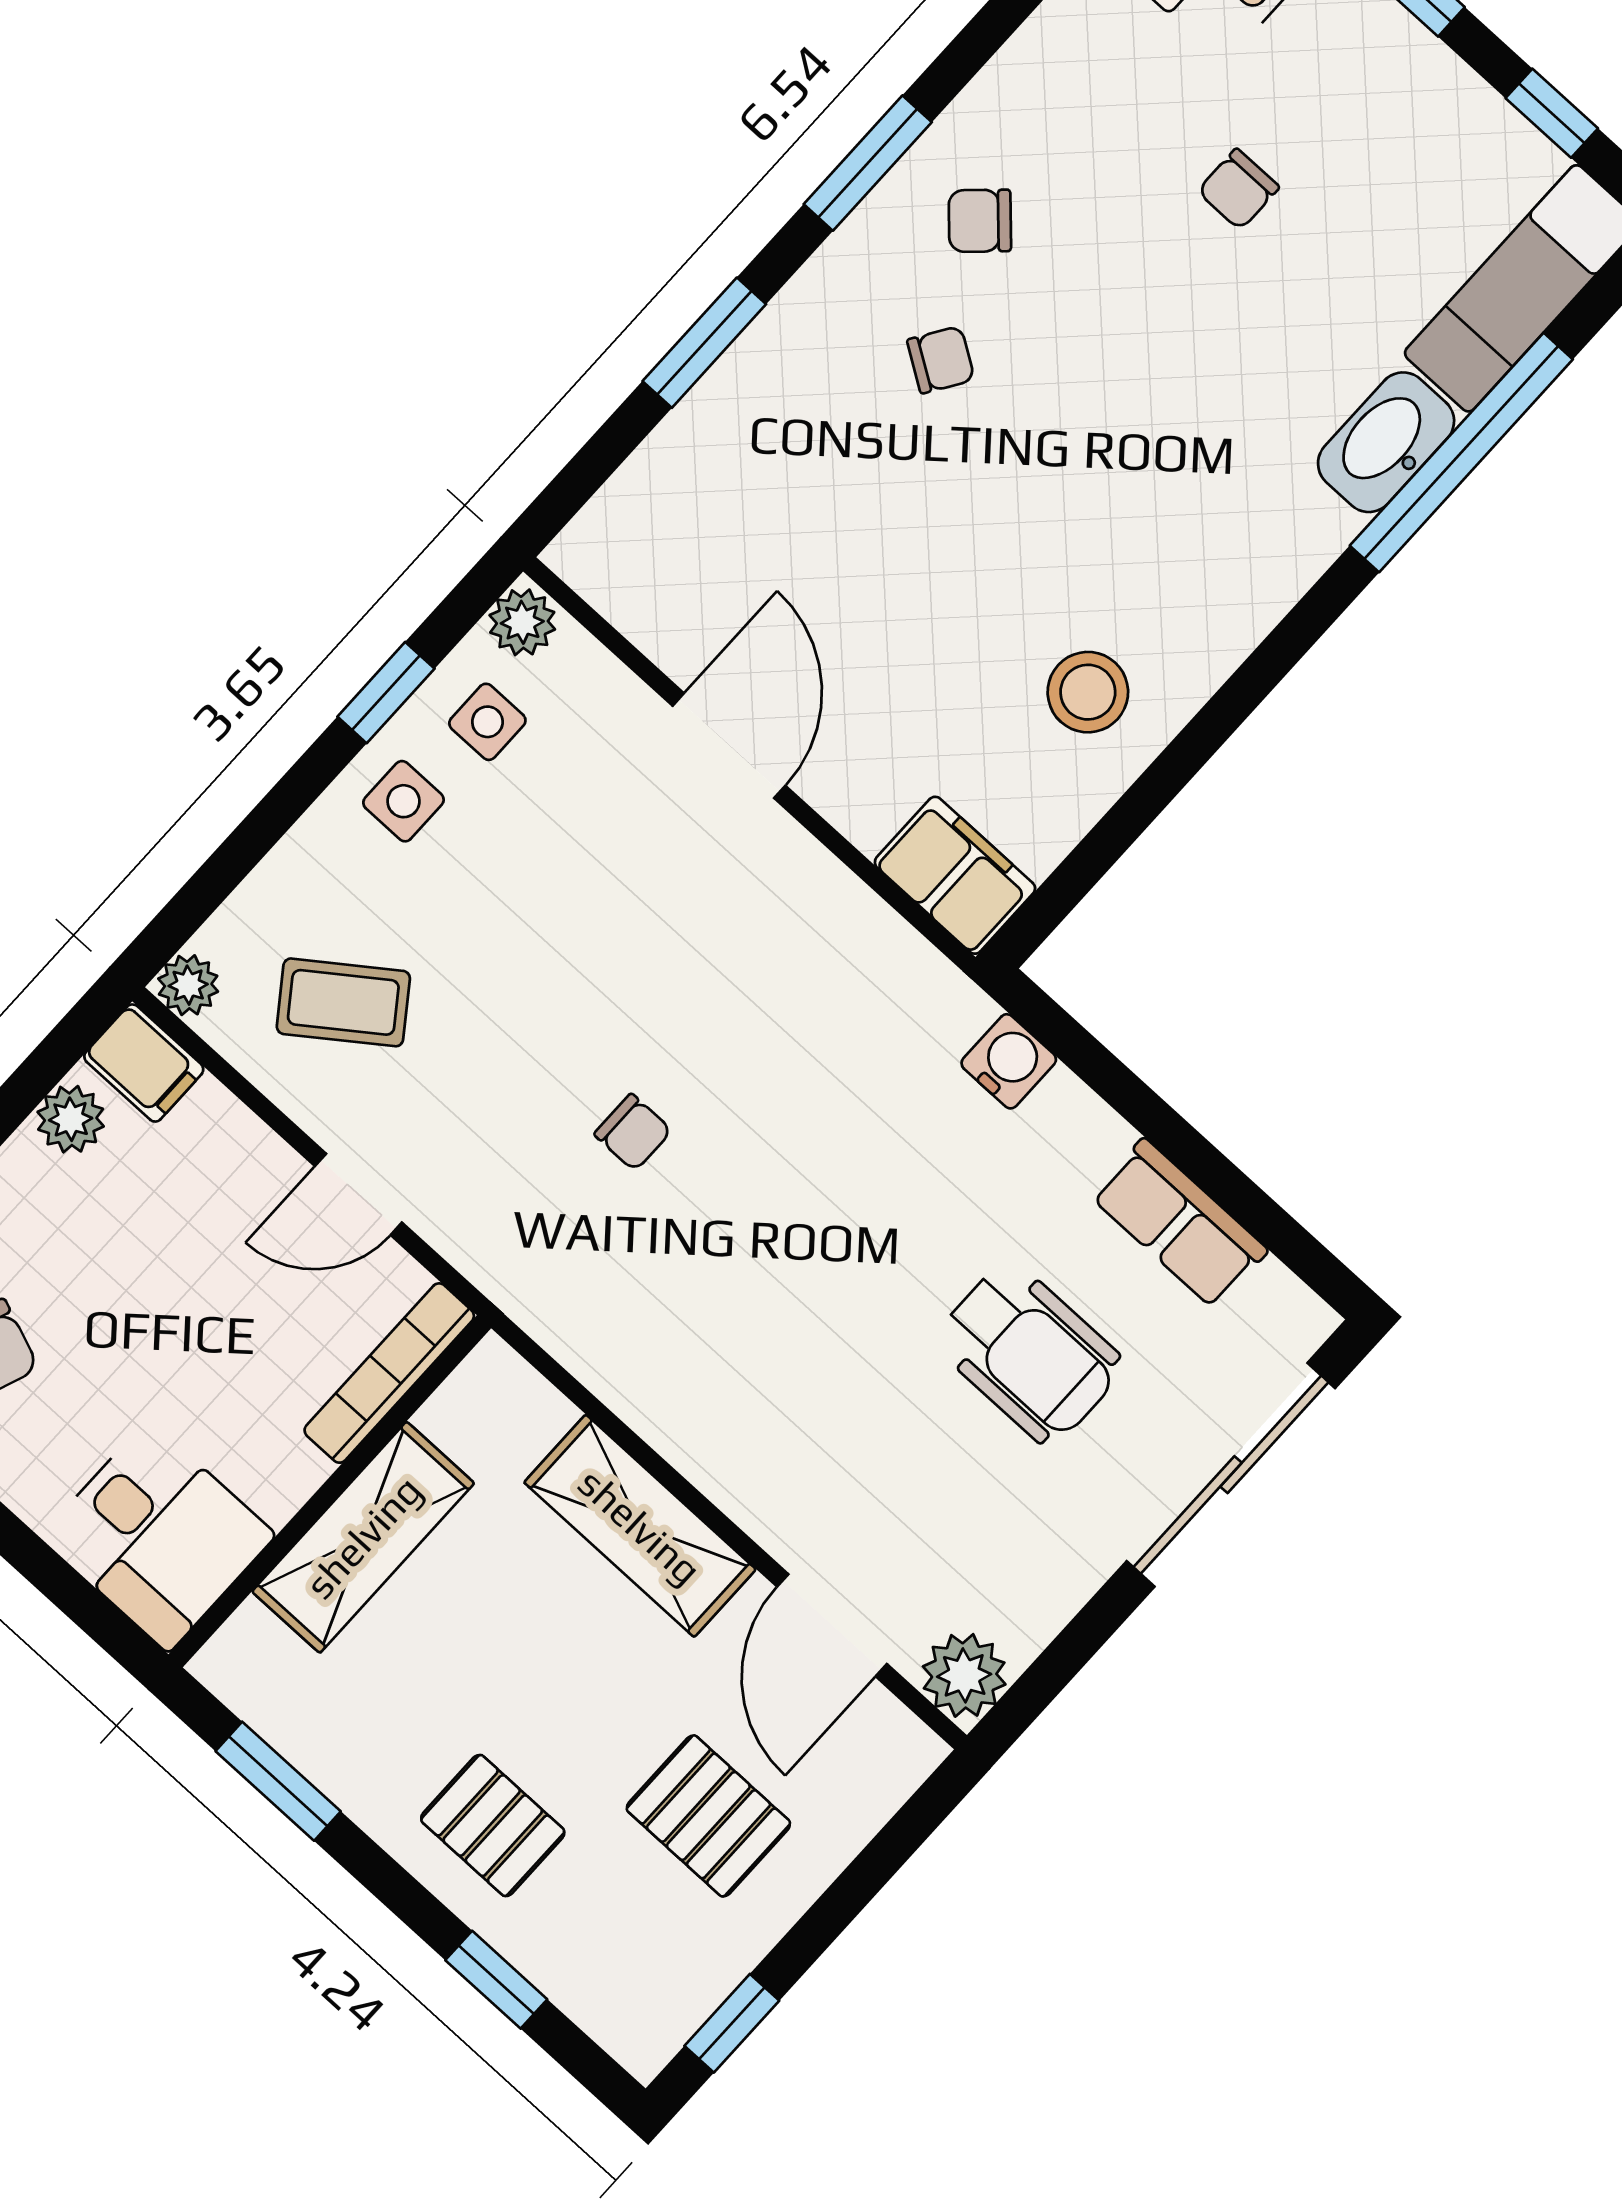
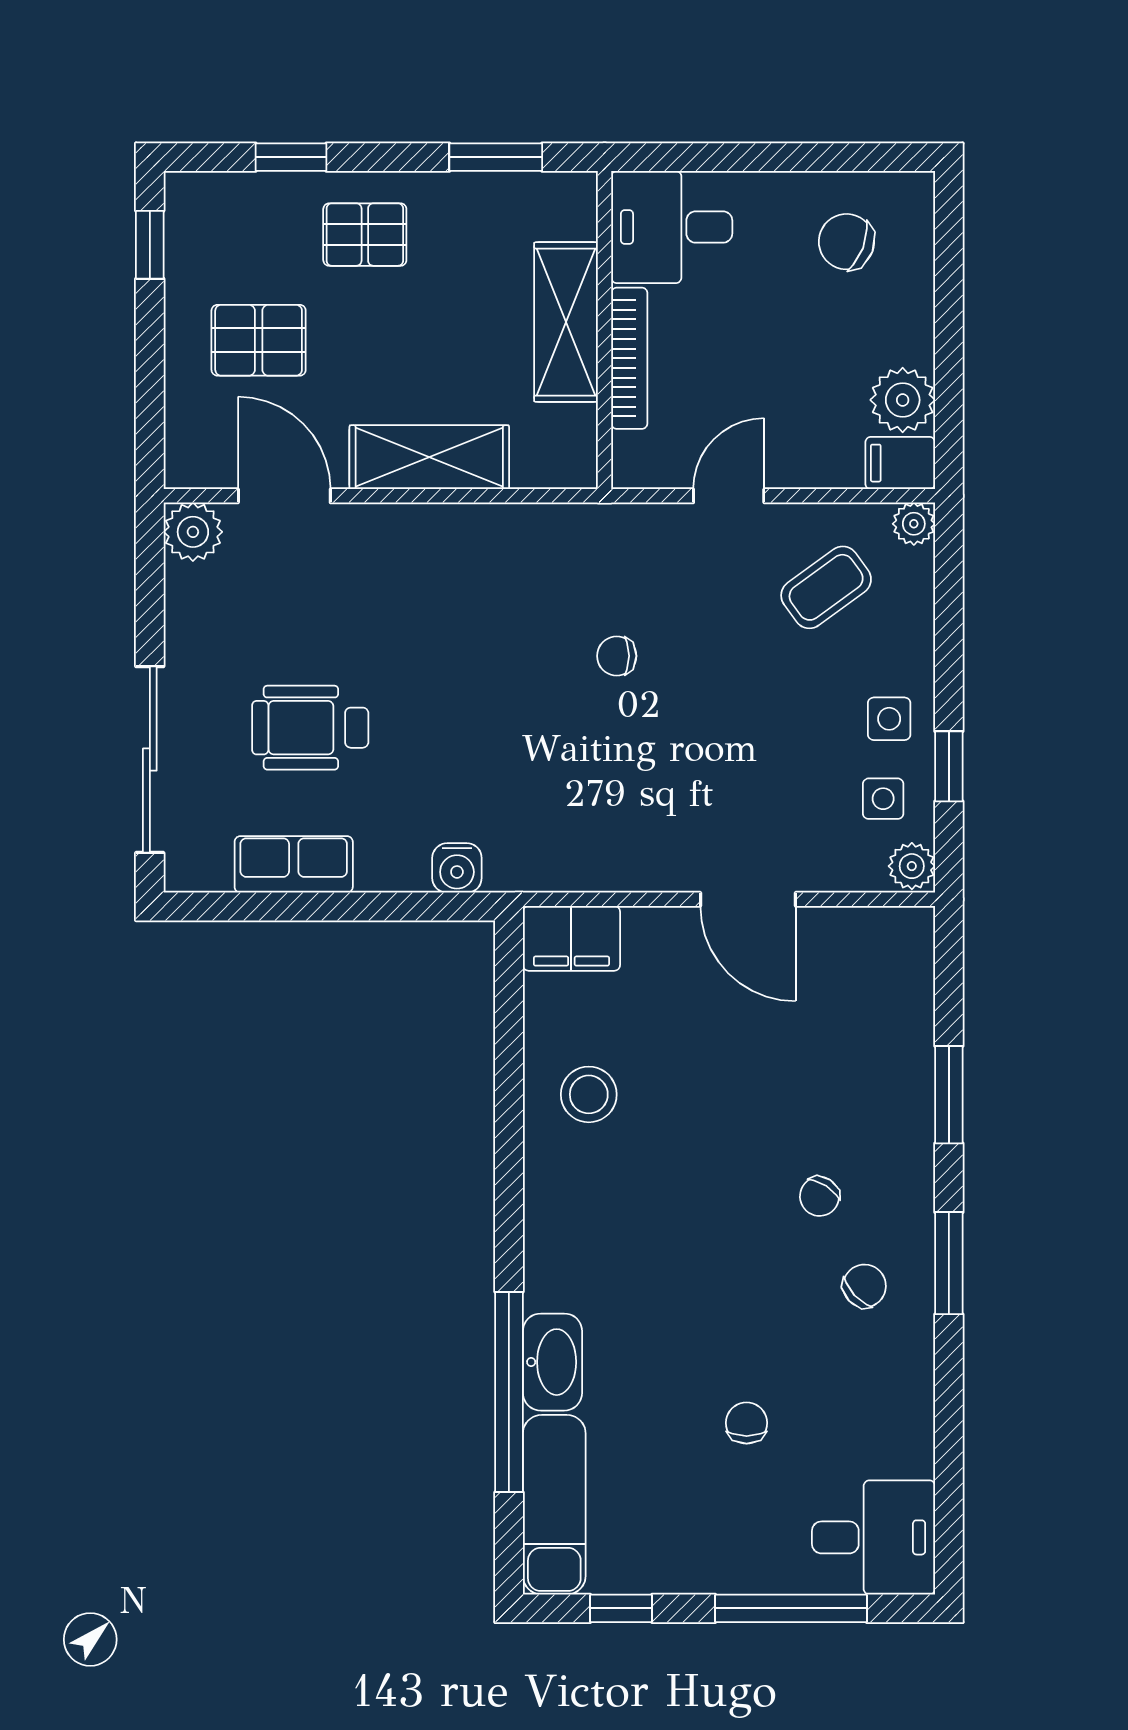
plant: (71, 1119) -> (903, 400), width x1.38, depth x1.38
bookcase: (389, 1373) -> (629, 358), moved

